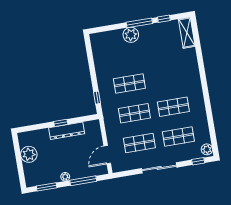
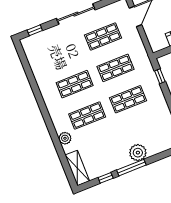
shop shelf: (178, 136) -> (87, 116), moved
plant: (207, 149) -> (65, 138), moved

